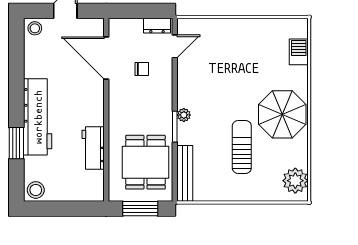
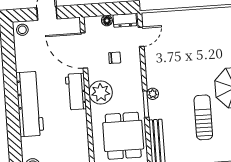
floor lamp: (136, 24) -> (107, 21), added
plant: (122, 109) -> (101, 92), added
window: (16, 143) -> (14, 127), removed
workbench: (93, 148) -> (76, 92), moved

